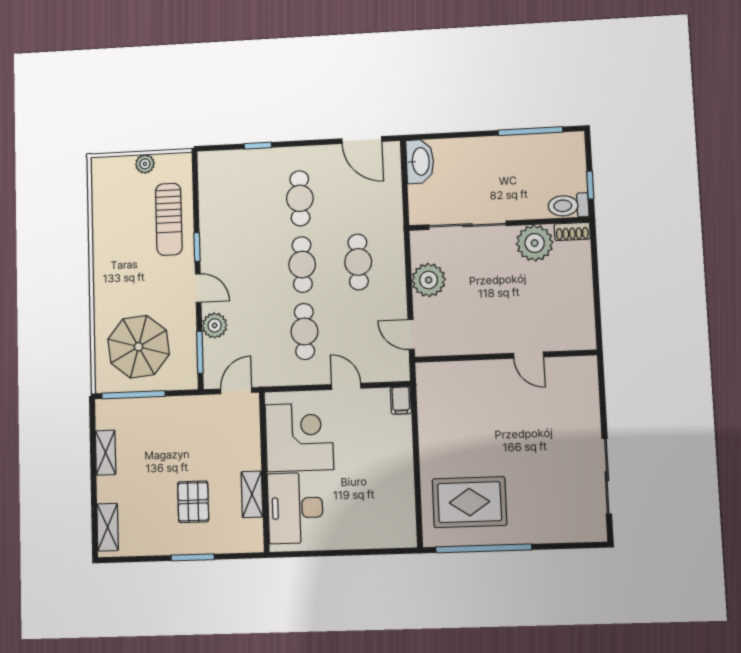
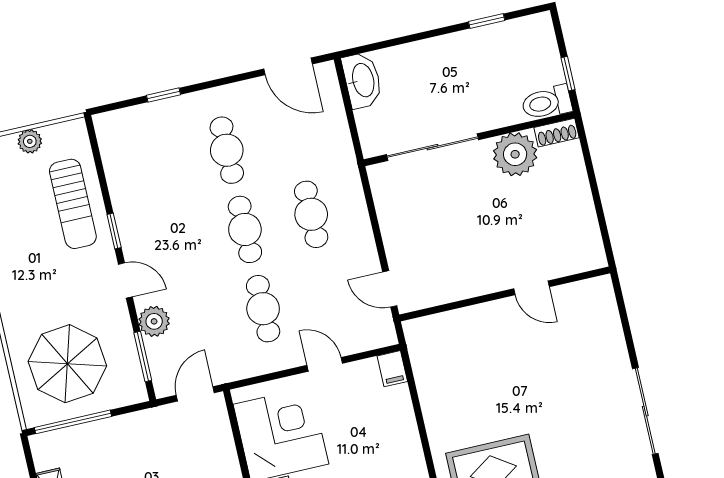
window: (530, 131) -> (487, 21), width x0.46
plant: (429, 280) -> (399, 221), removed

